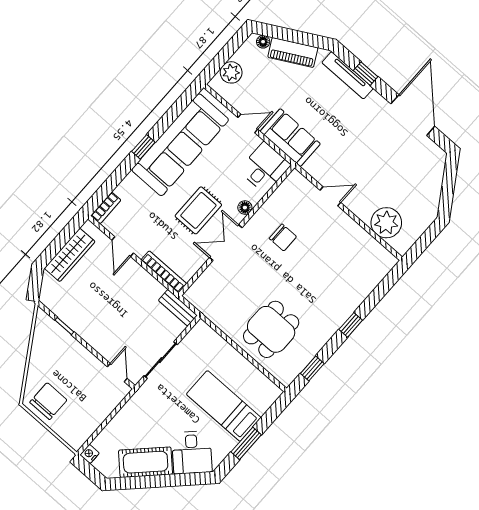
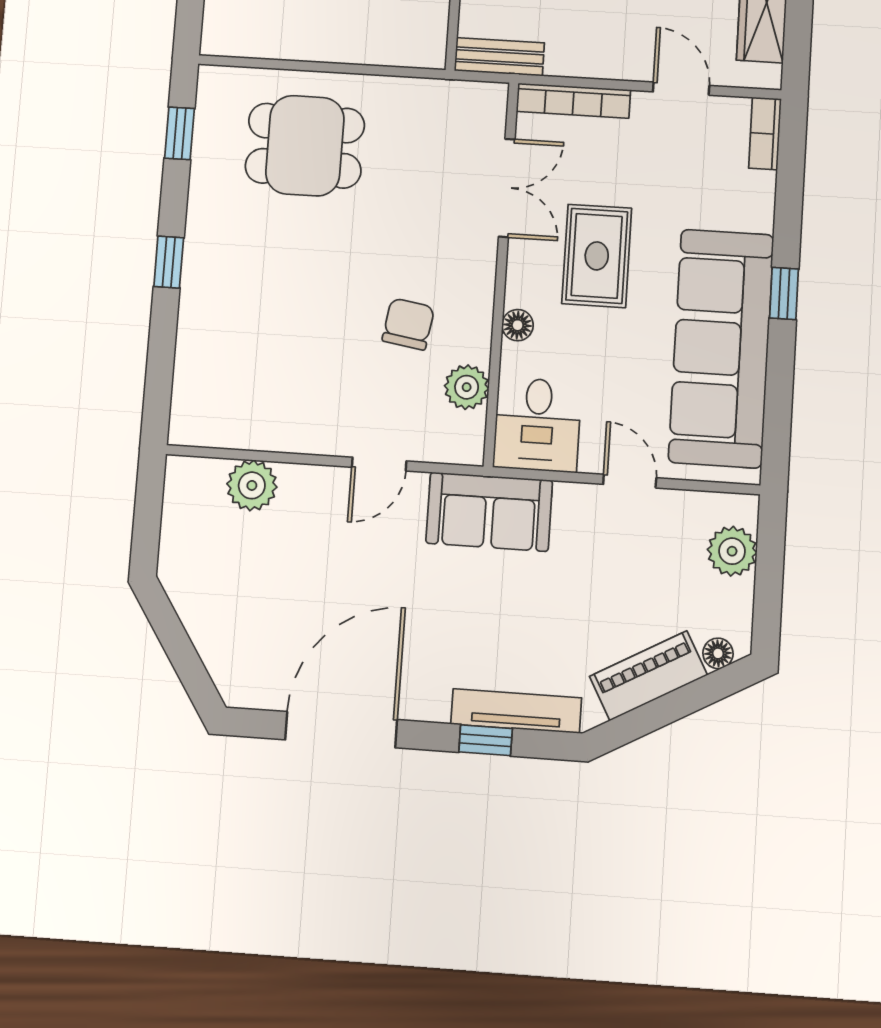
door: (413, 115) -> (341, 730), swing flipped
door: (248, 123) -> (630, 481), swing flipped
sofa: (290, 138) -> (489, 512), moved
plant: (279, 200) -> (467, 387), added
plant: (386, 223) -> (252, 485), width x0.73, depth x0.73
chair: (283, 238) -> (408, 324), turned 99
double door: (226, 243) -> (507, 188), moved
dining table: (271, 329) -> (305, 146), turned 90

